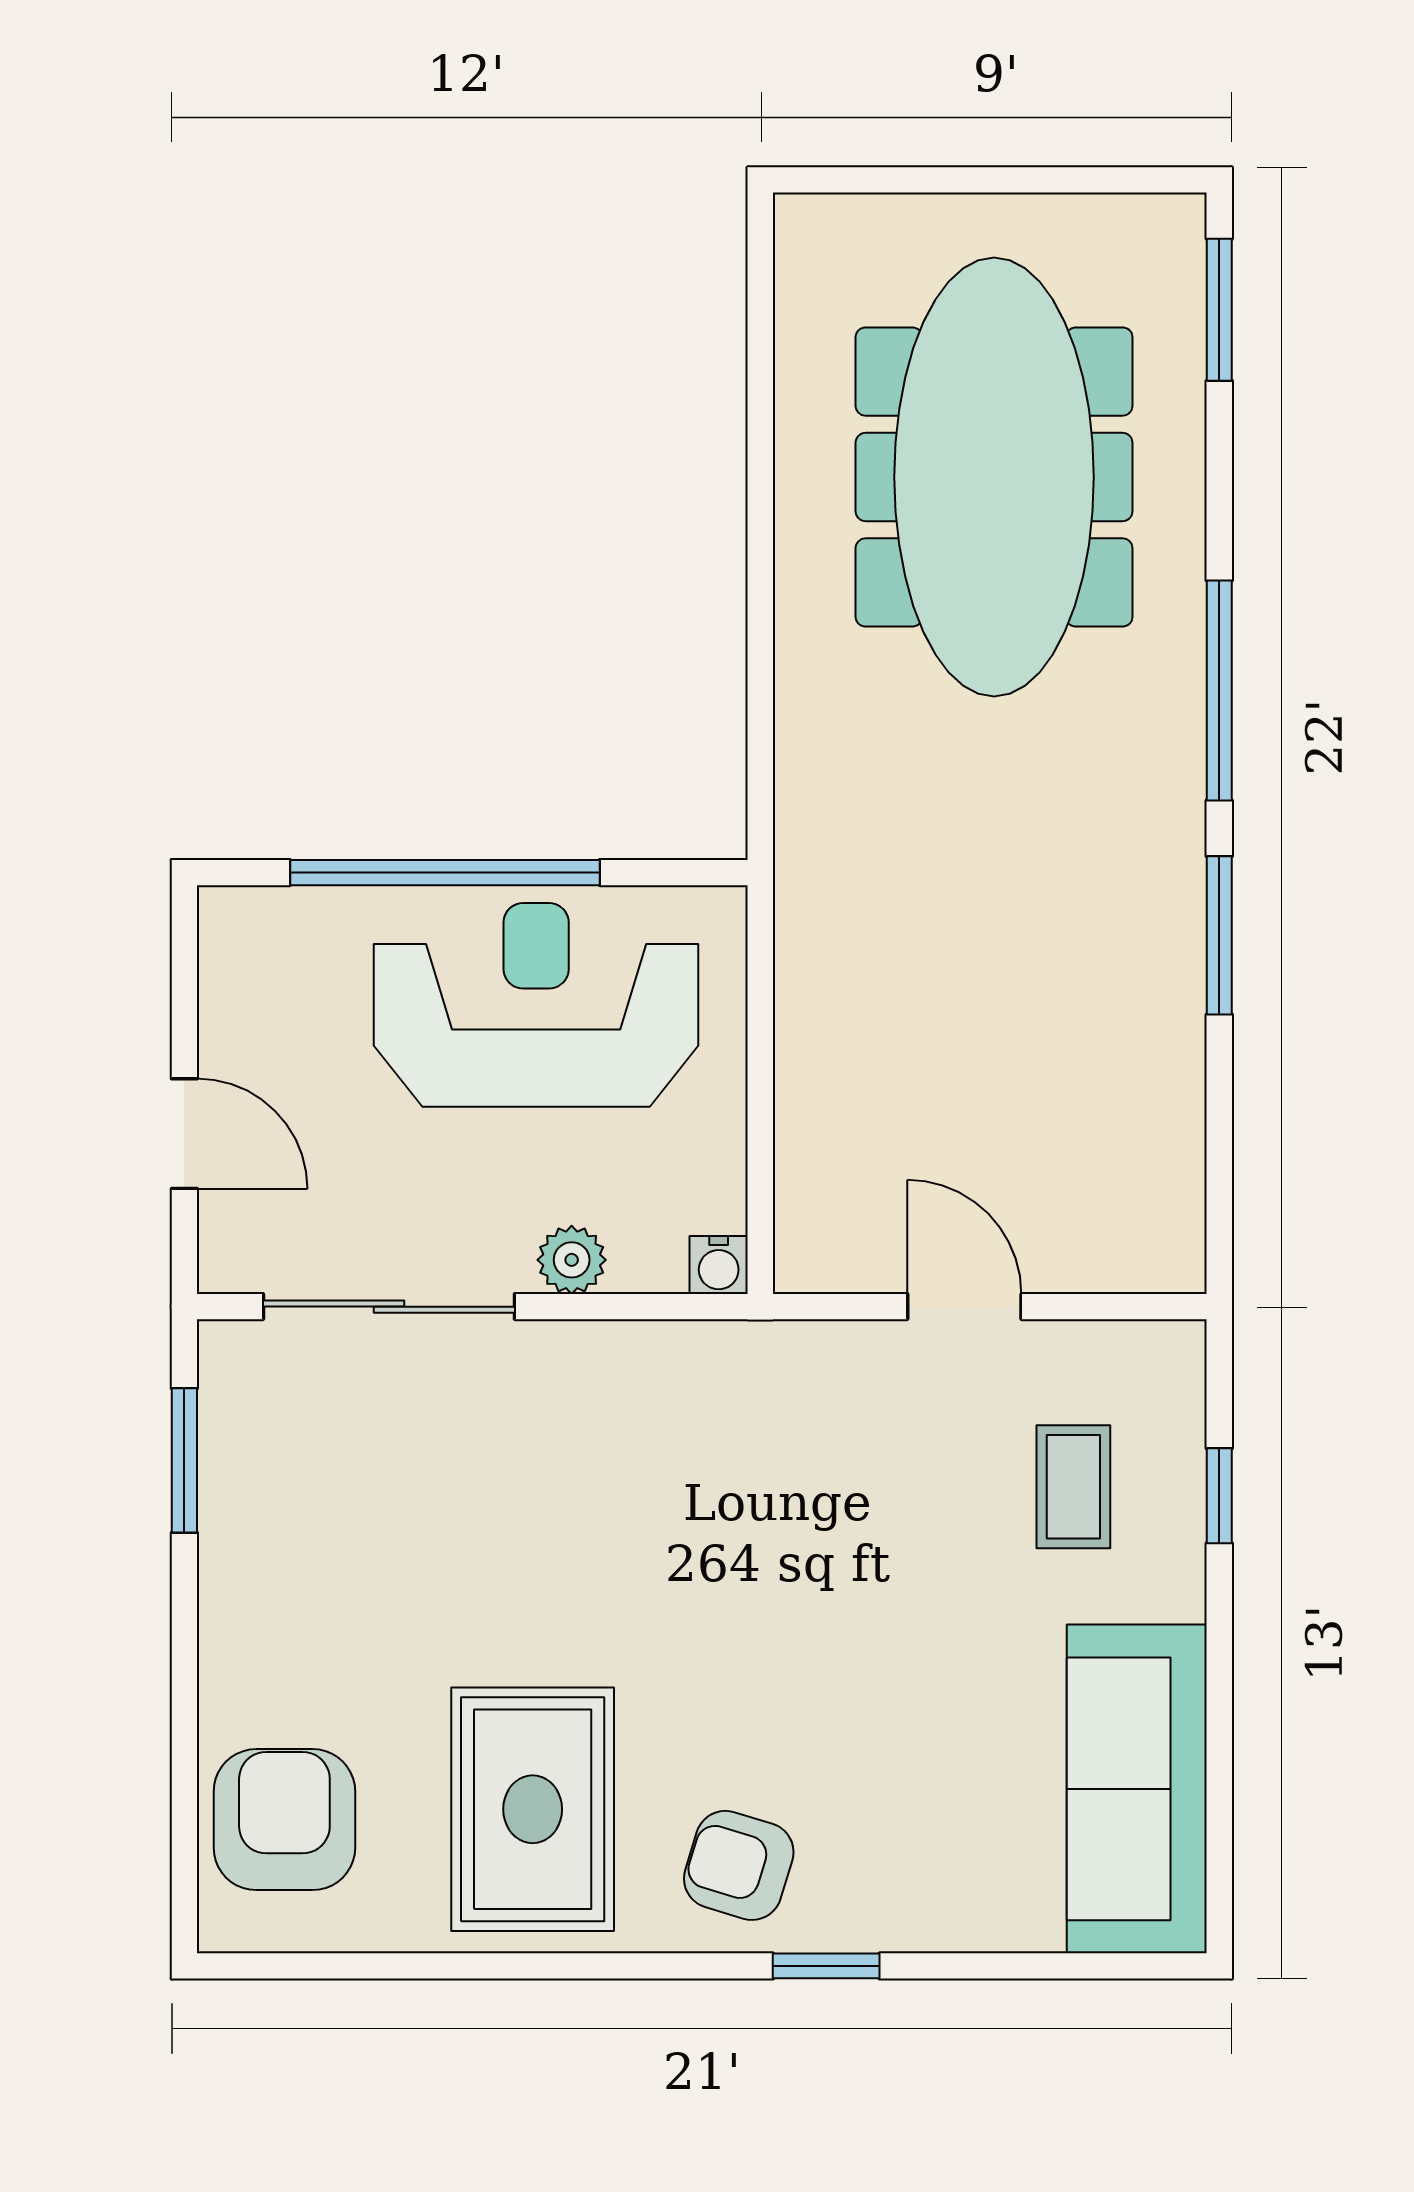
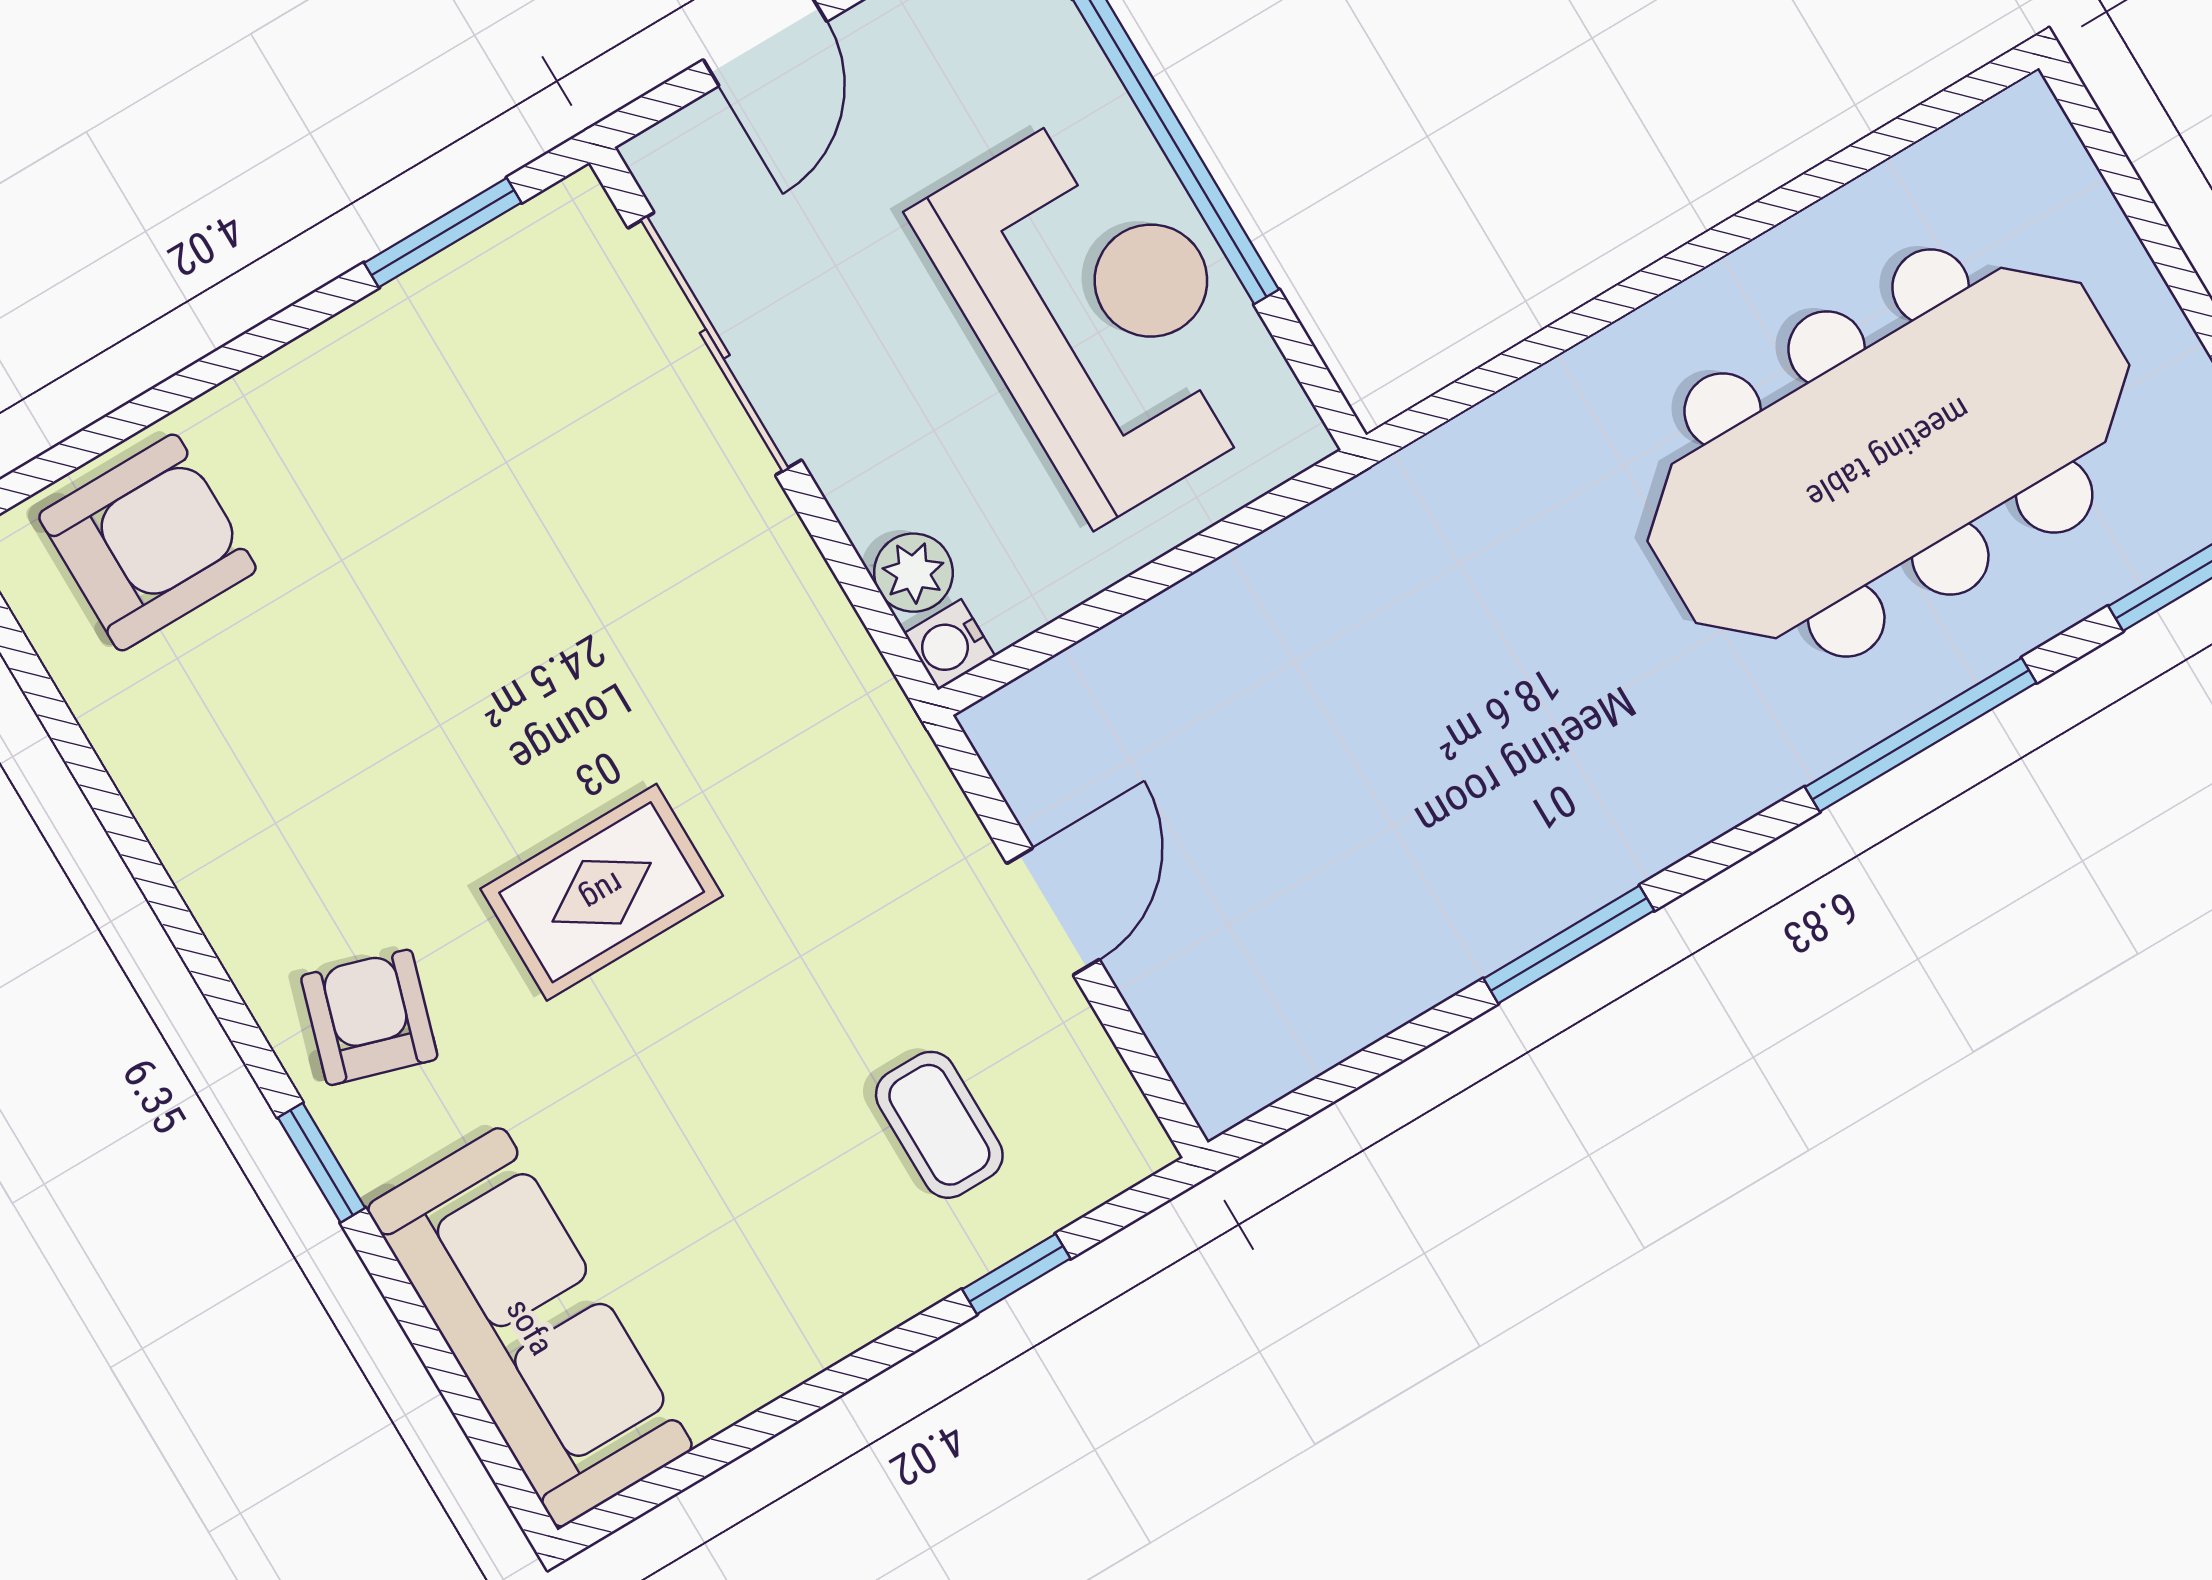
window: (1219, 690) -> (1921, 735), moved
plant: (572, 1260) -> (913, 573), moved
coffee table: (1073, 1487) -> (939, 1125), turned 90
sofa: (1137, 1789) -> (530, 1327), moved, turned 90
rug: (533, 1809) -> (602, 892), moved, width x0.73, depth x0.70

